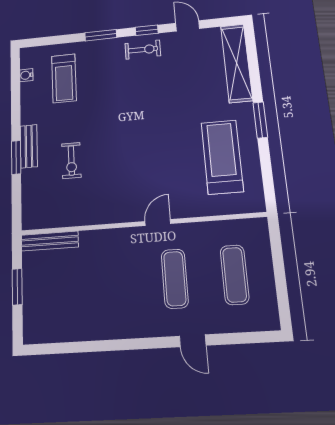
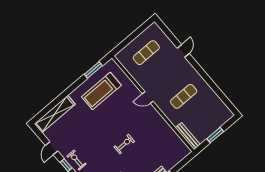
window: (260, 120) -> (93, 70), moved
exercise bike: (71, 160) -> (124, 144), moved
exercise mat: (175, 279) -> (184, 96), moved

